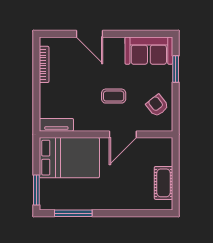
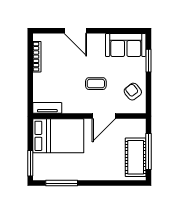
window: (176, 176) -> (149, 151), added
cot: (164, 183) -> (136, 157), width x1.37, depth x1.34

